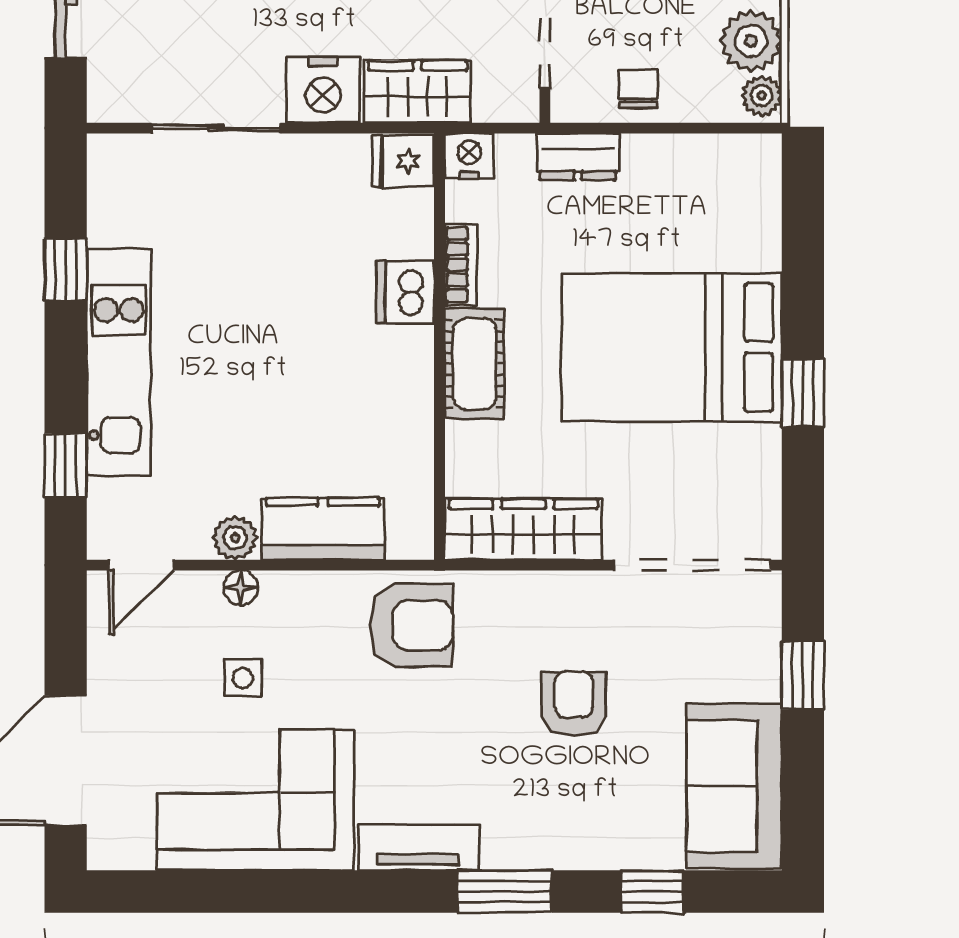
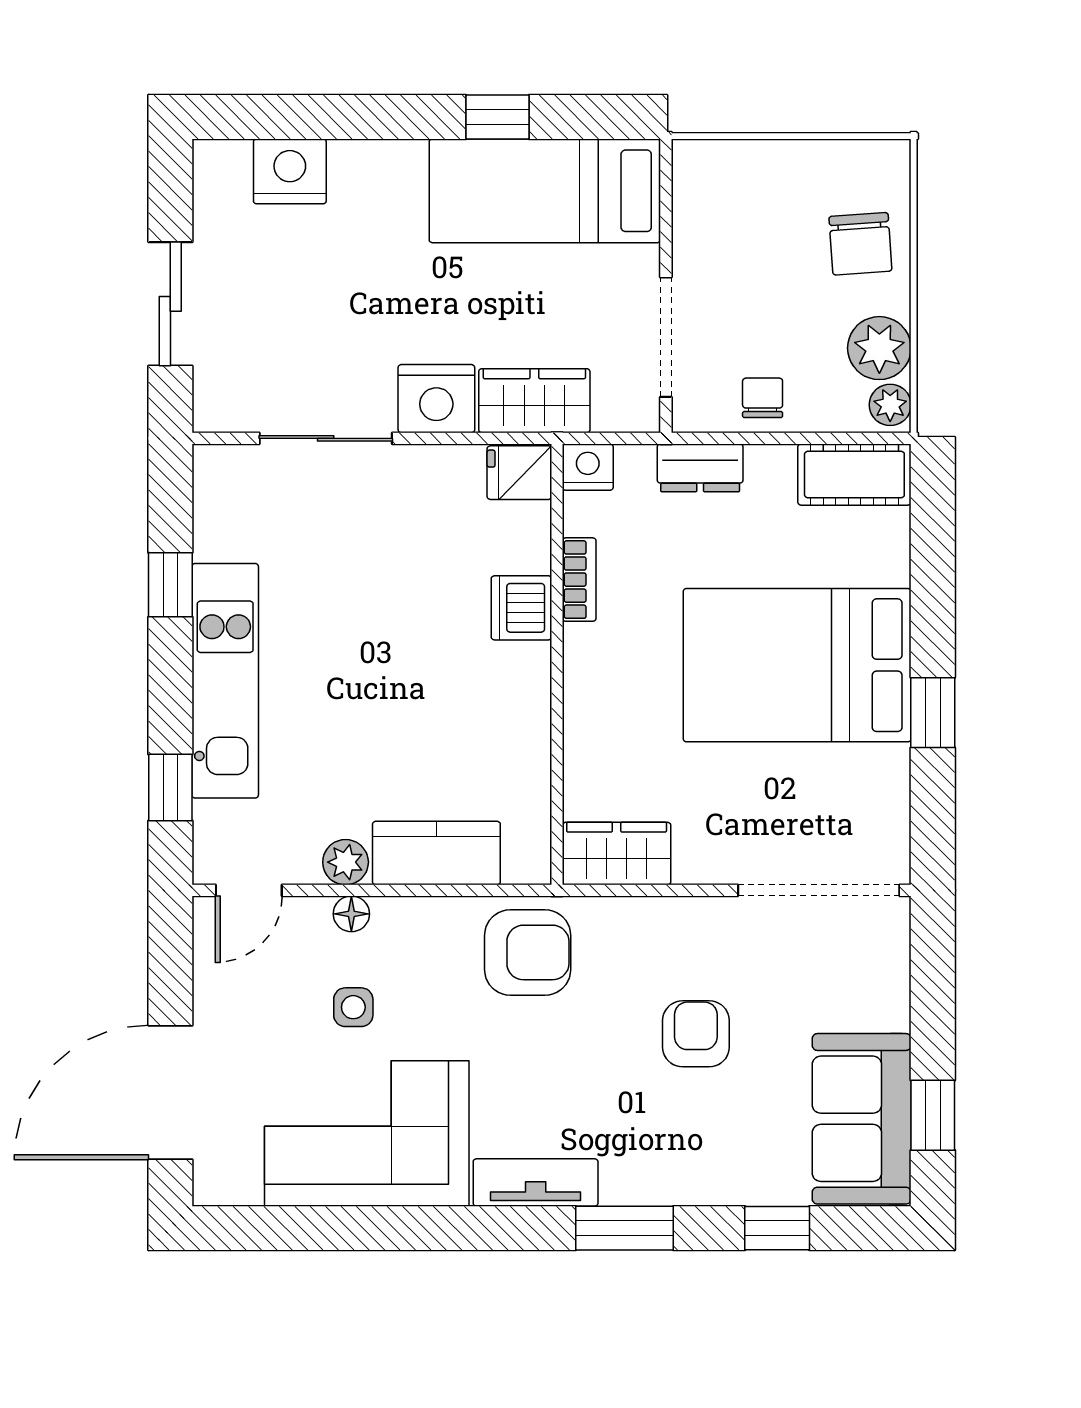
cot: (474, 364) -> (854, 475), moved, turned 90
wardrobe: (523, 529) -> (617, 854), width x0.67
window: (803, 675) -> (933, 1115), moved

